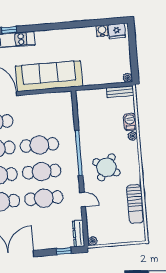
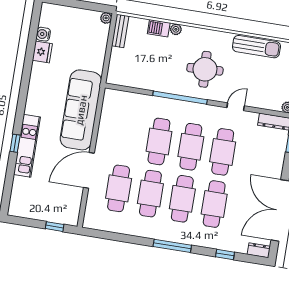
fridge: (117, 31) -> (42, 52), moved
round table: (106, 167) -> (205, 69), turned -35

